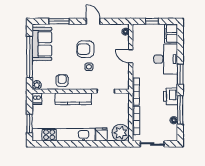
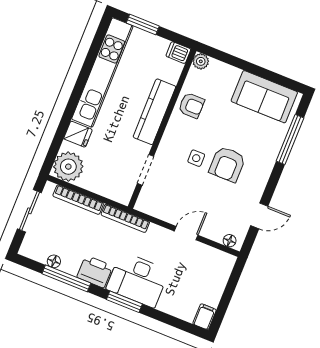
window: (59, 21) -> (290, 139), width x1.44
door: (93, 21) -> (259, 216), moved
window: (152, 21) -> (229, 291), removed
filing cabinet: (171, 34) -> (204, 317), width x0.50
armchair: (85, 49) -> (227, 164), turned 180
window: (30, 57) -> (251, 68), removed
desk: (166, 59) -> (138, 280), moved

